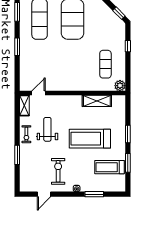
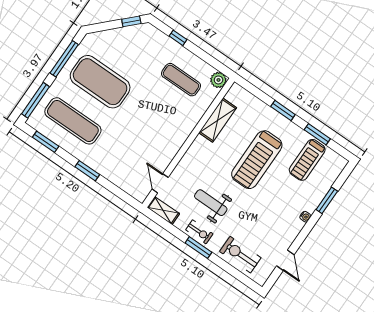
window: (17, 155) -> (198, 248), moved
exercise bike: (58, 171) -> (240, 255), moved

